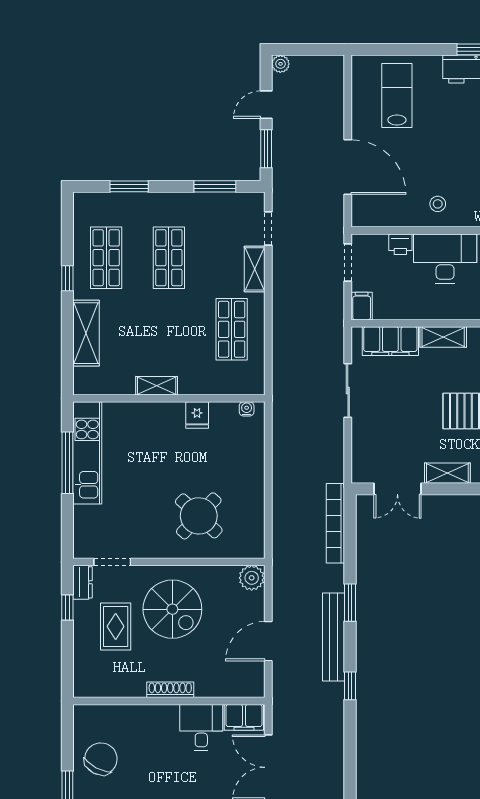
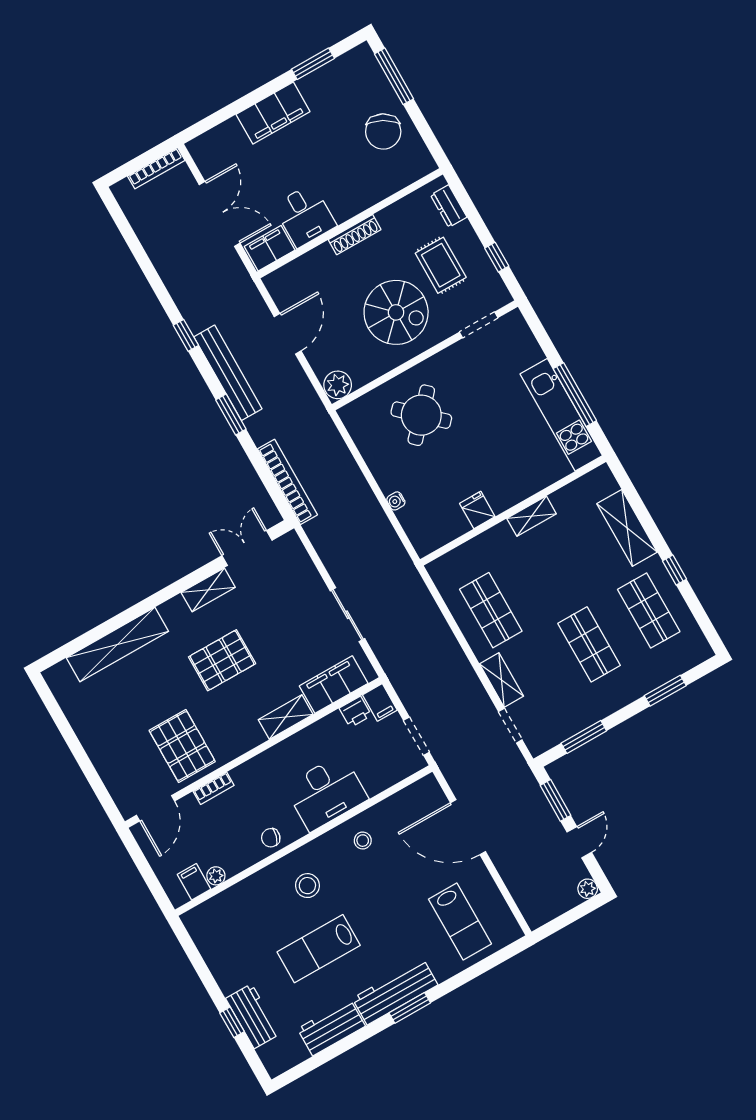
printer: (400, 244) -> (355, 712), moved, turned 180
water cooler: (247, 409) -> (396, 501), moved, turned 90
dresser: (82, 582) -> (449, 206), moved
spiral stairs: (172, 609) -> (396, 312), turned 180

